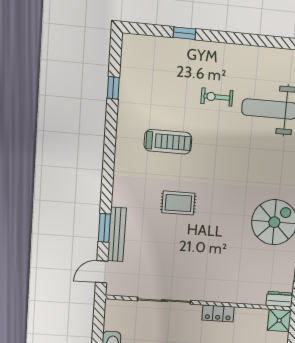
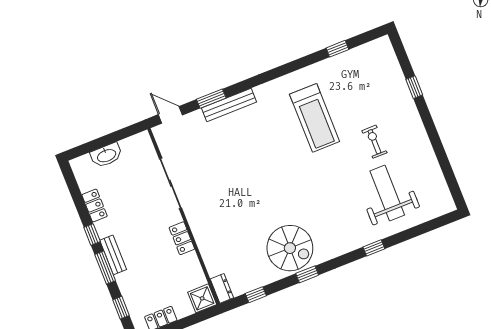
treadmill: (168, 142) -> (315, 118), width x1.37, depth x1.38
rug: (178, 203) -> (265, 153), removed
bench: (117, 234) -> (229, 105), moved

